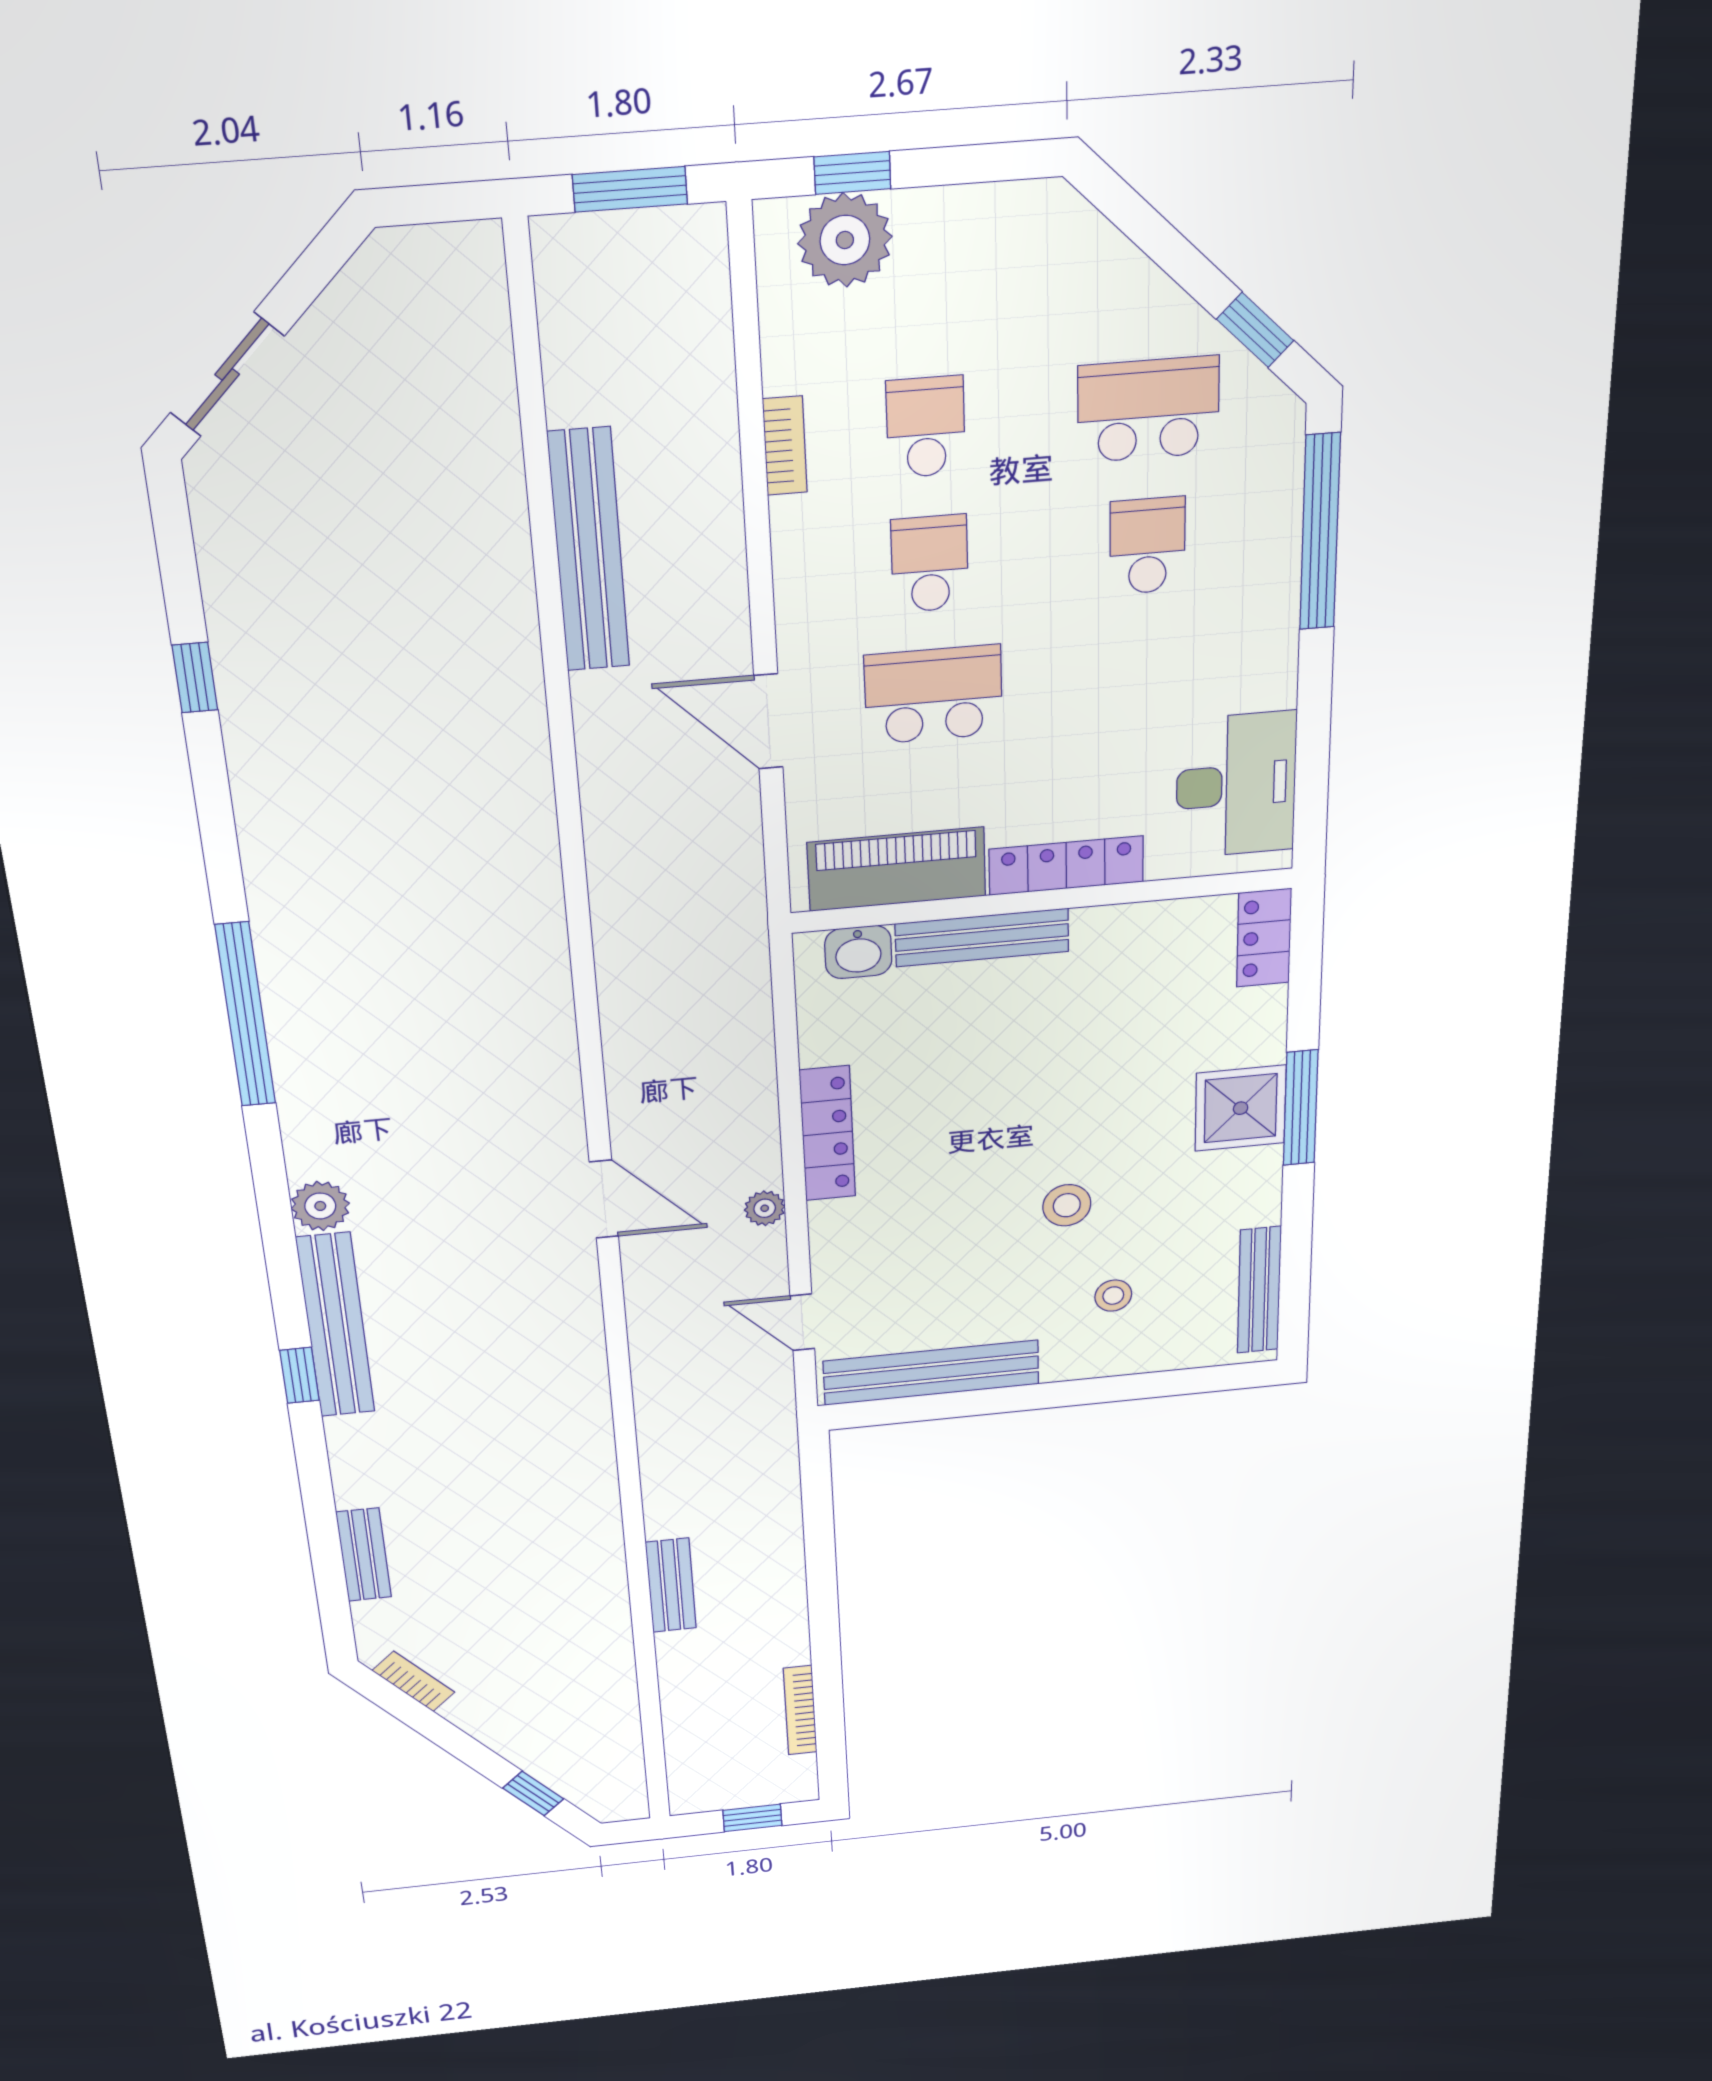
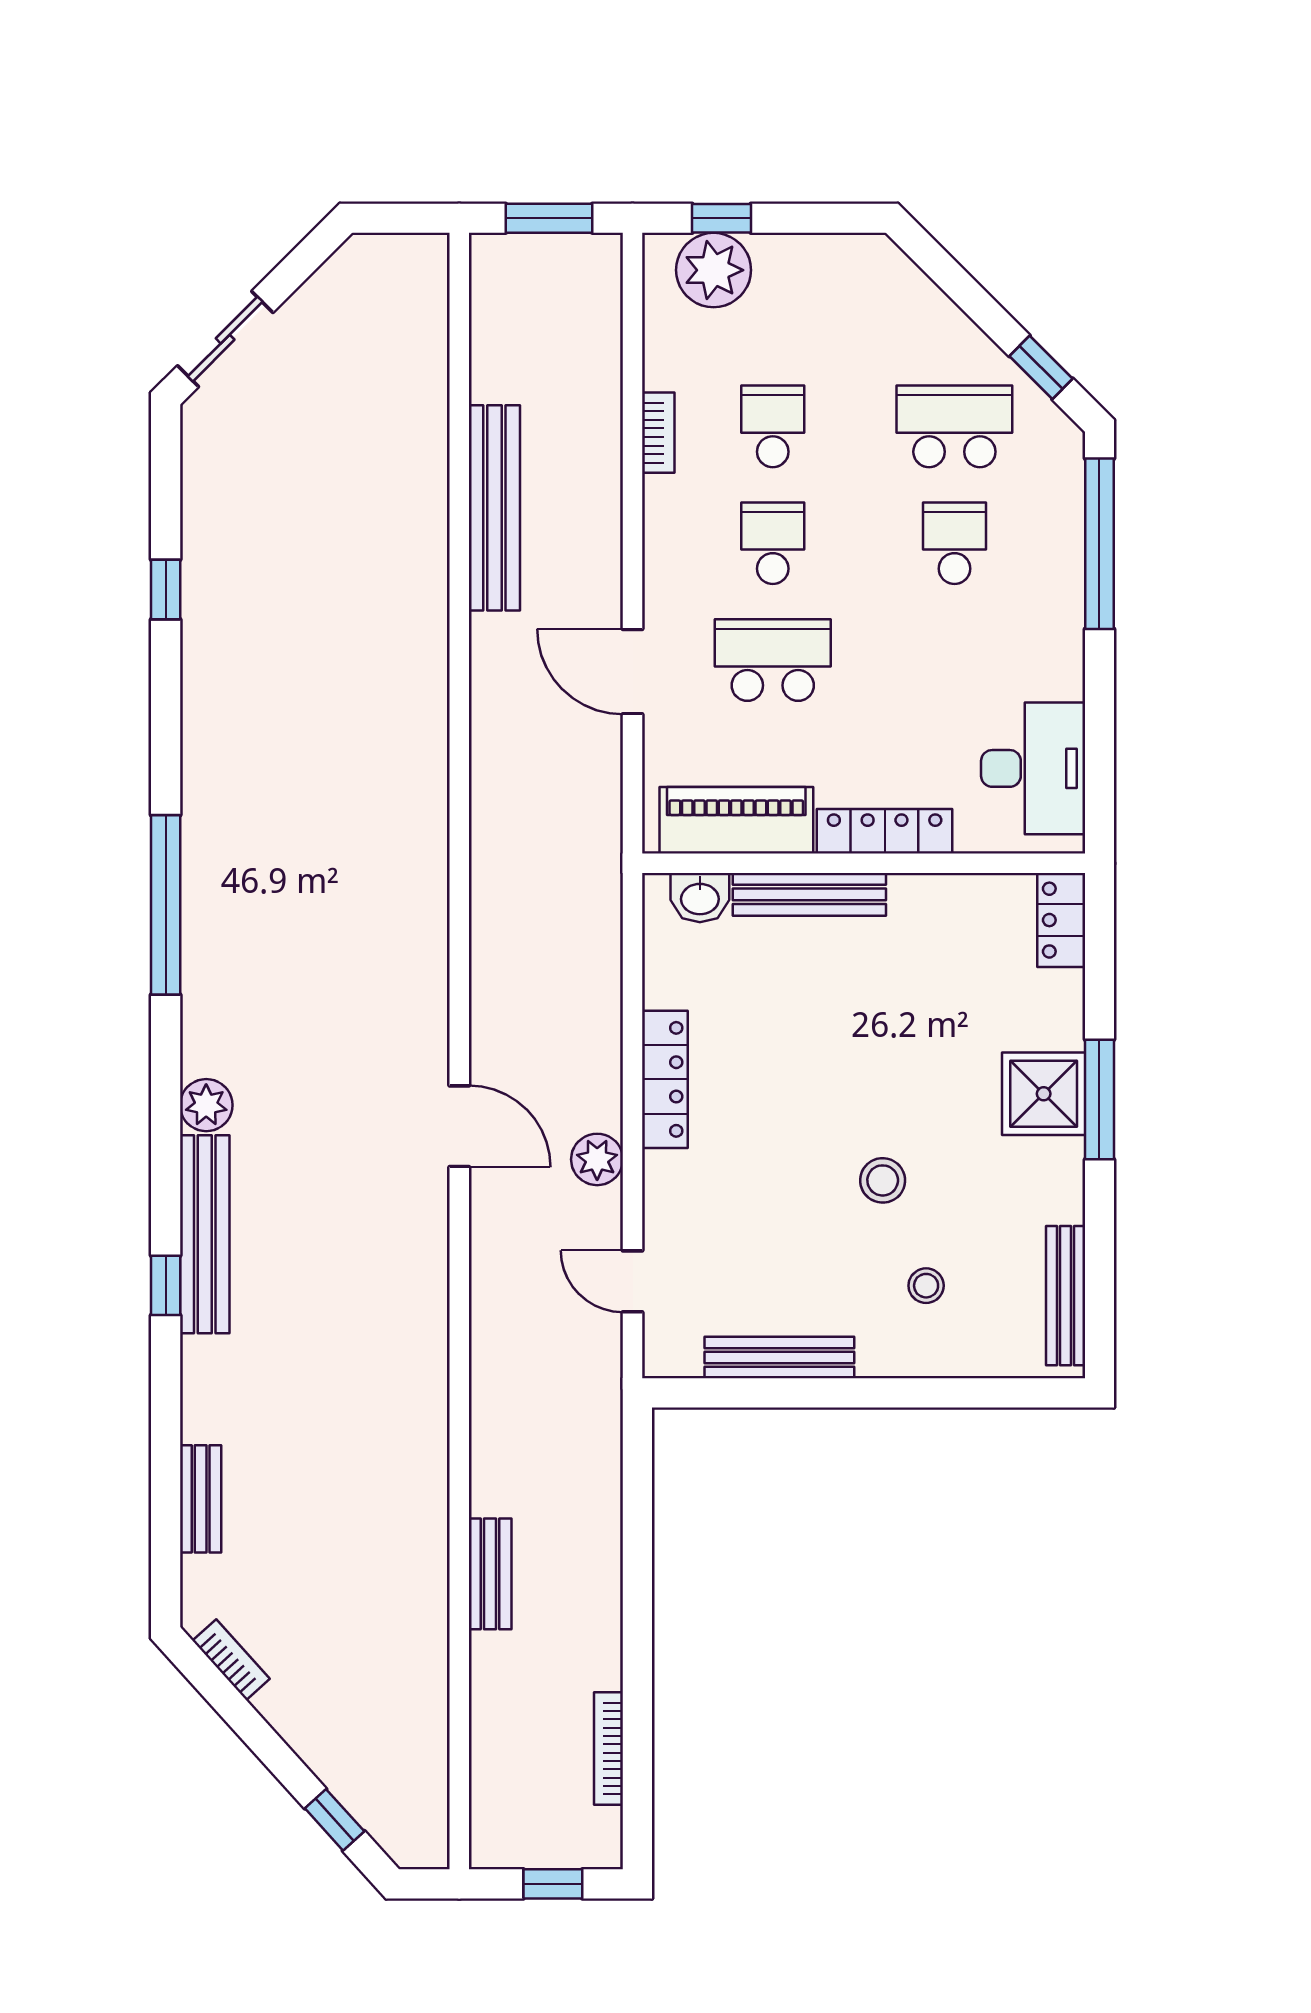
plant: (765, 1208) -> (597, 1159), width x1.38, depth x1.38
bench: (931, 1373) -> (779, 1357), width x0.73, depth x0.82

